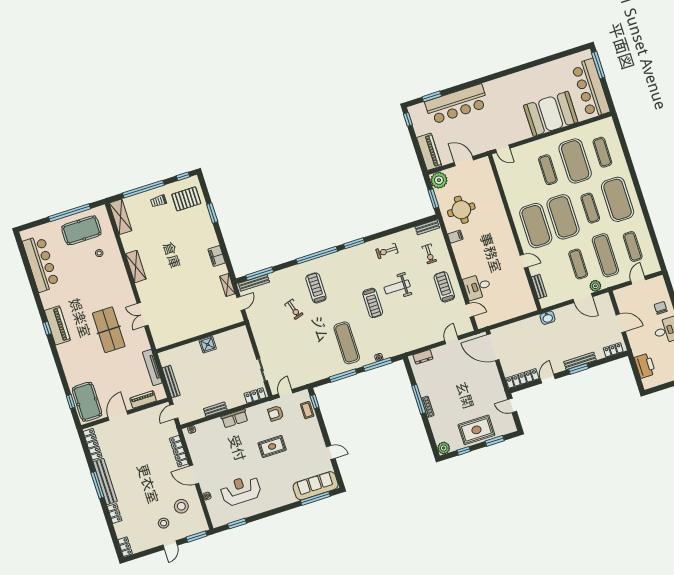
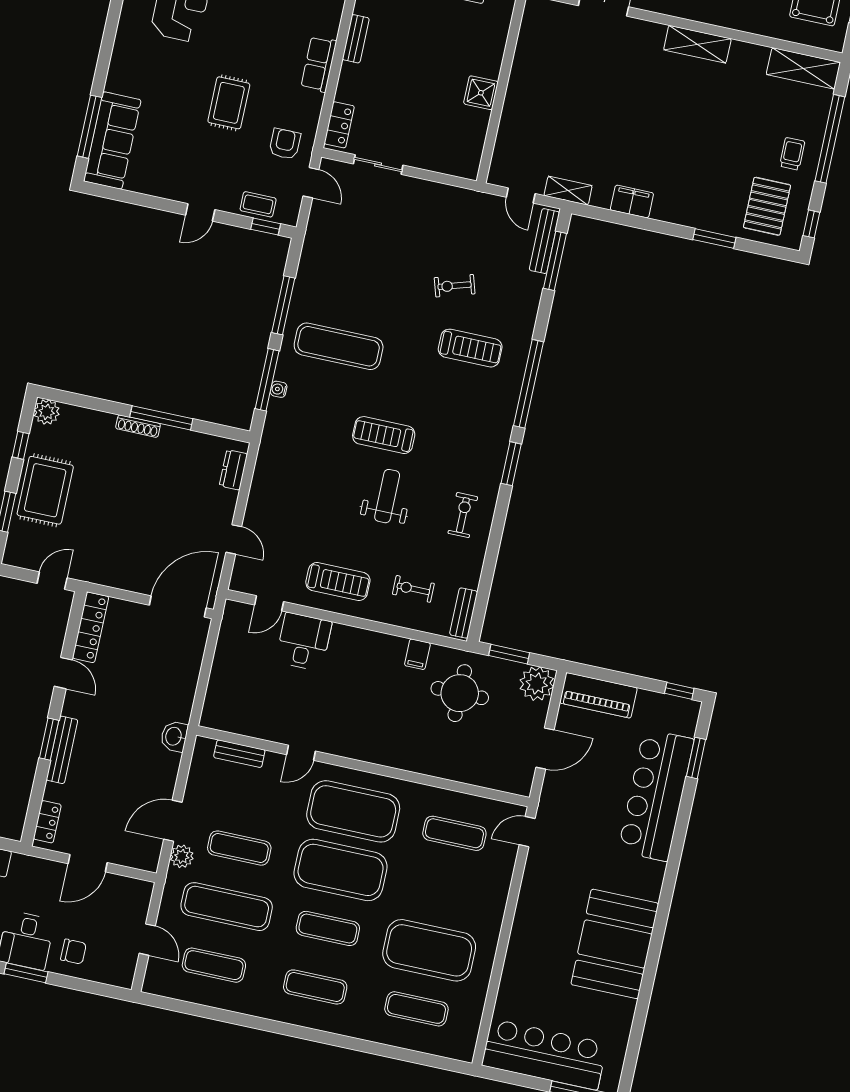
booth: (551, 114) -> (615, 944), moved
exercise mat: (548, 170) -> (454, 833), moved
exercise mat: (618, 199) -> (315, 987), width x0.50, depth x0.69
door: (331, 452) -> (200, 212), moved

